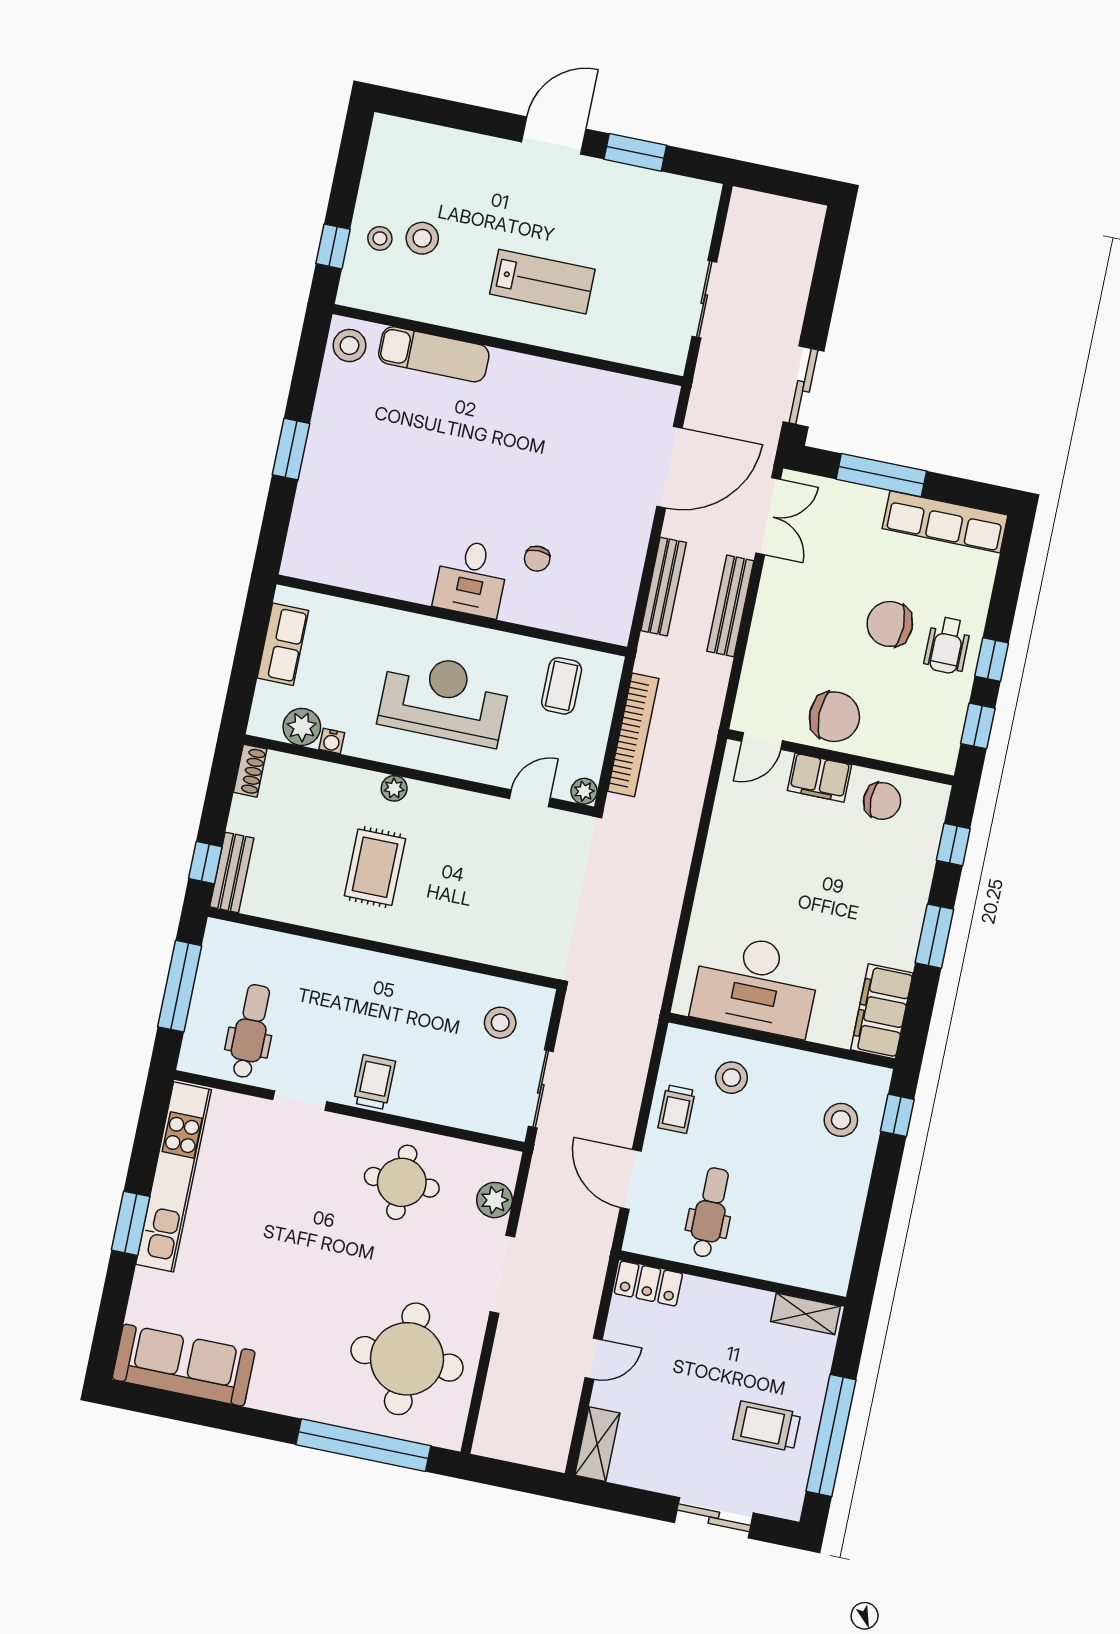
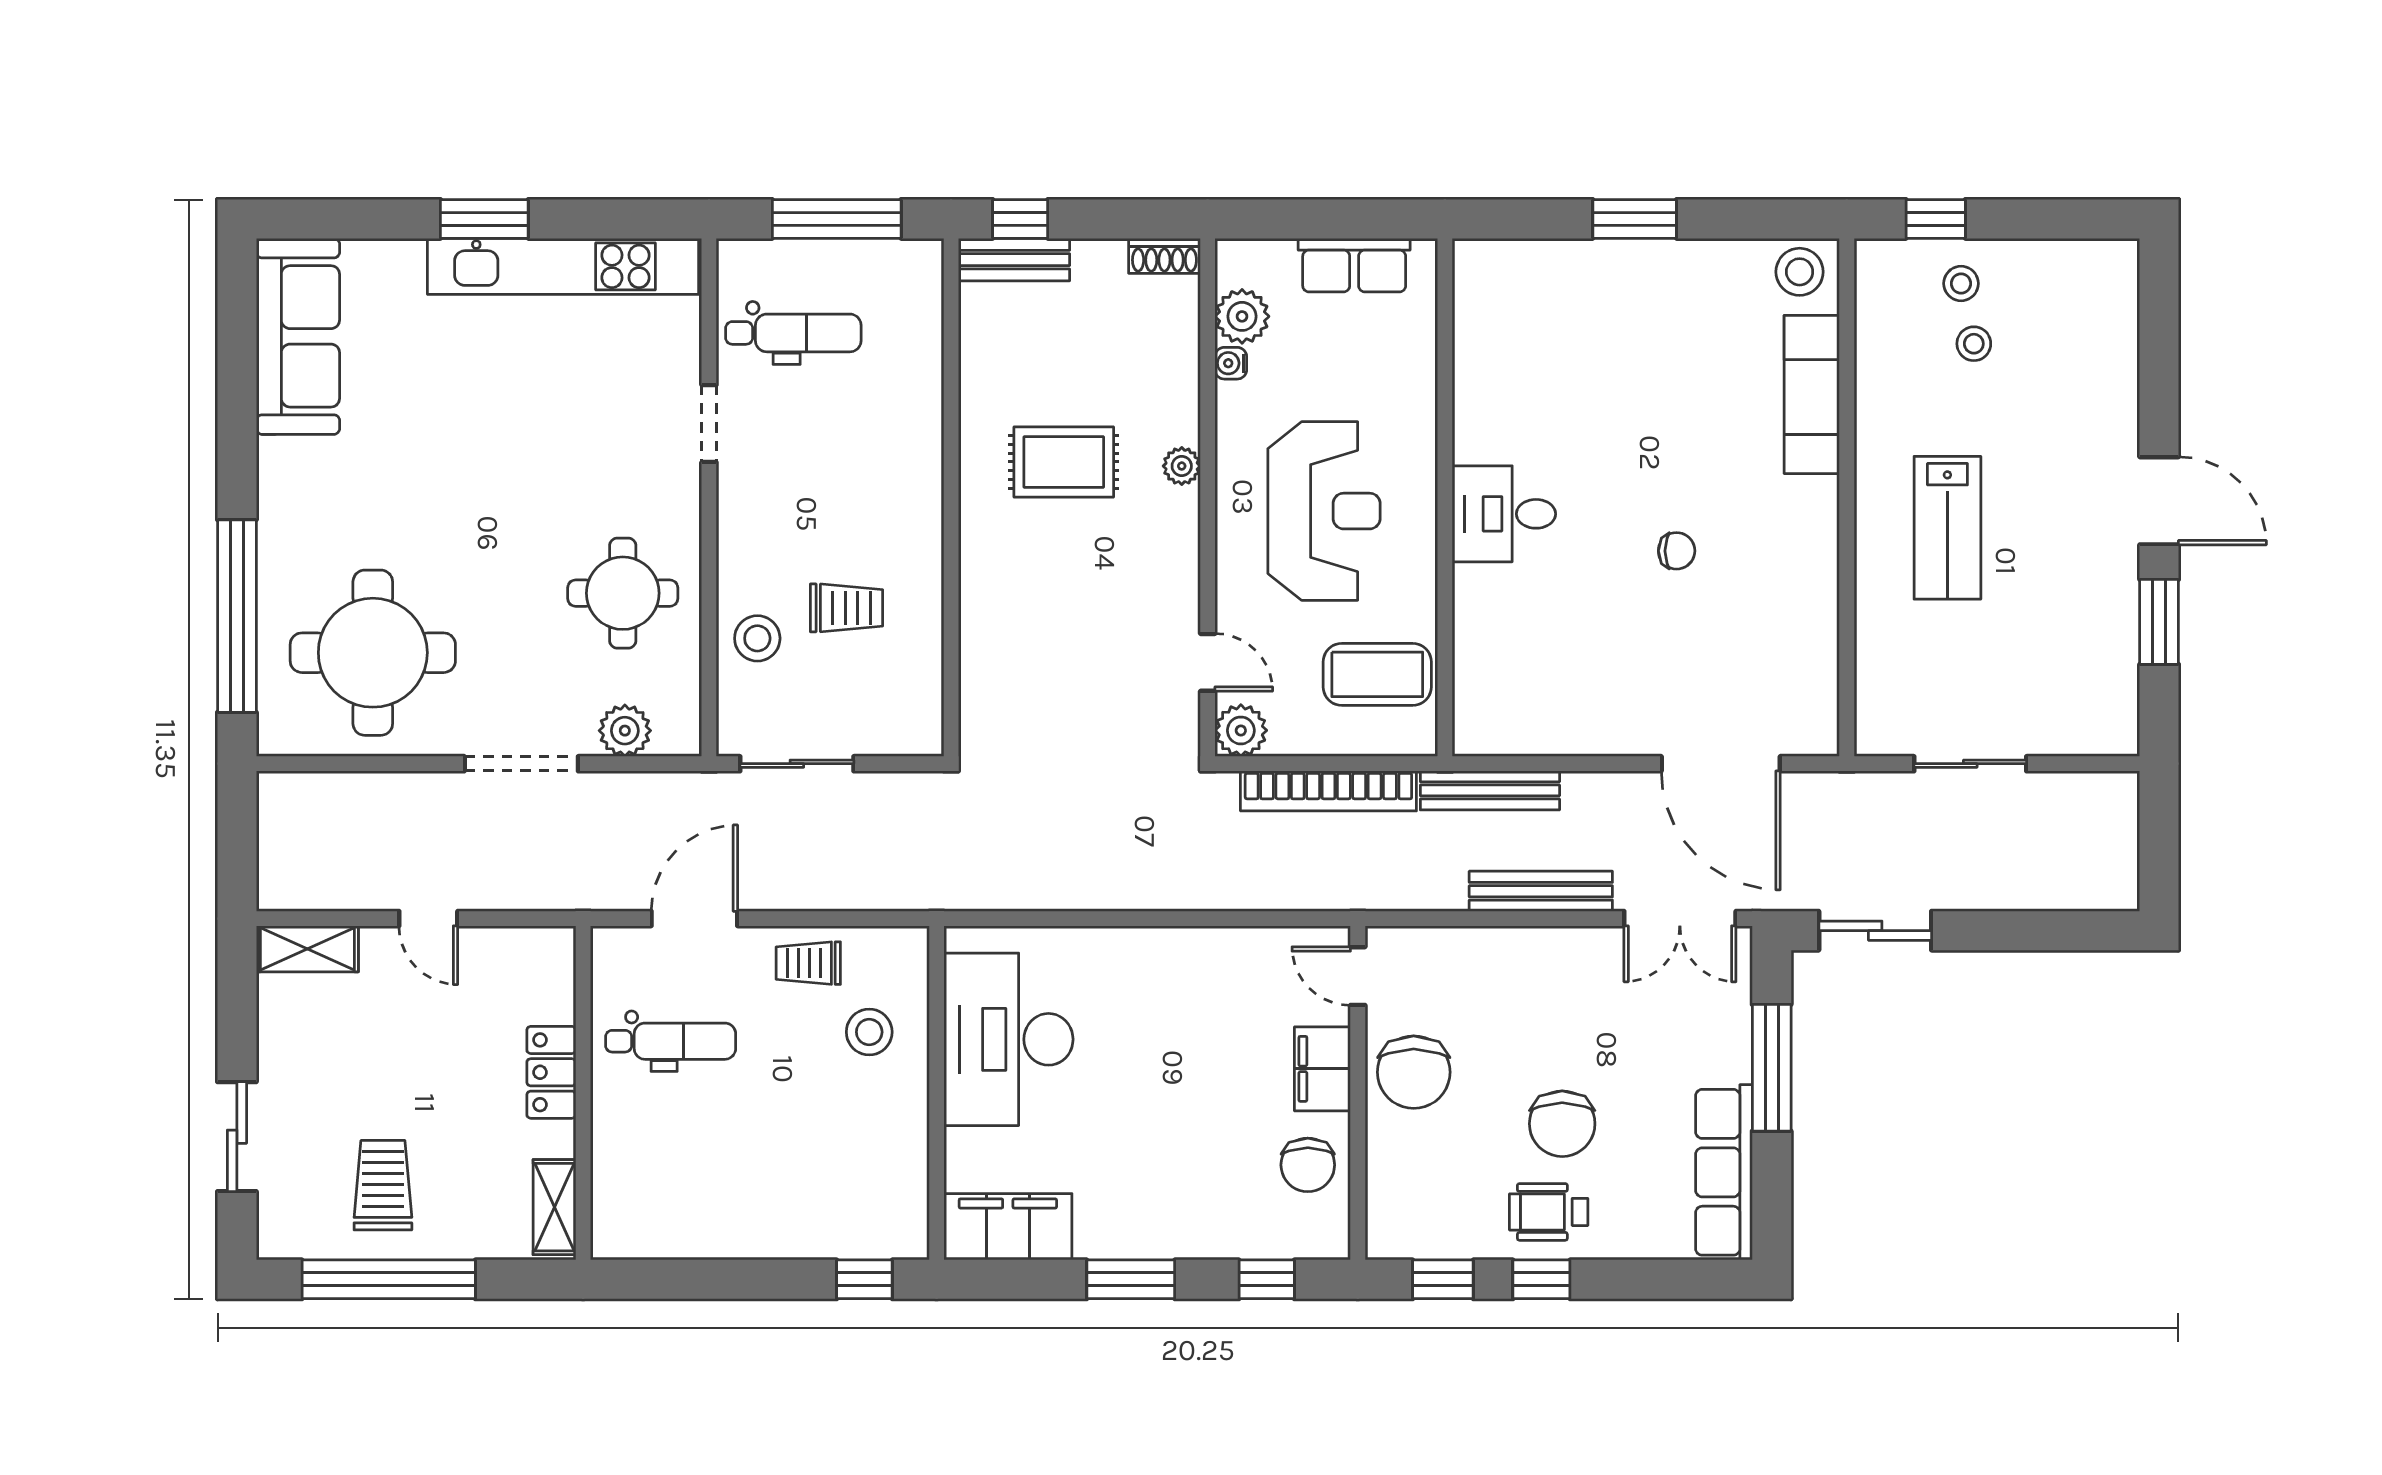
stool: (422, 238) -> (1974, 344), width x0.73, depth x0.73
chair: (537, 559) -> (1677, 551), moved, turned 180
bench: (664, 587) -> (1490, 790), moved
chair: (890, 624) -> (1562, 1124), turned 180
coffee table: (562, 686) -> (1377, 674), width x1.36, depth x1.30
plant: (584, 791) -> (1241, 730), width x1.38, depth x1.38
stool: (500, 1023) -> (757, 638), moved
trolley: (374, 1082) -> (846, 608), moved
stool: (841, 1120) -> (841, 1200), removed
locker: (648, 1284) -> (551, 1072), moved

